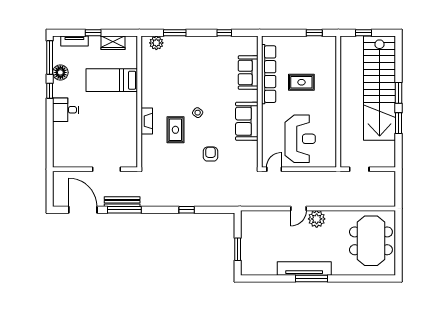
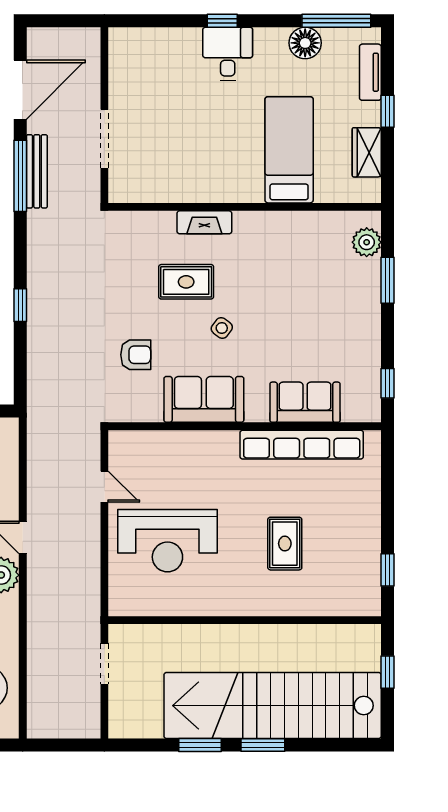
sofa: (248, 73) -> (305, 402), moved
row of seats: (269, 74) -> (302, 445), moved
window: (50, 91) -> (222, 21), moved
wall: (260, 102) -> (245, 426), moved
sofa: (247, 121) -> (204, 399), moved

